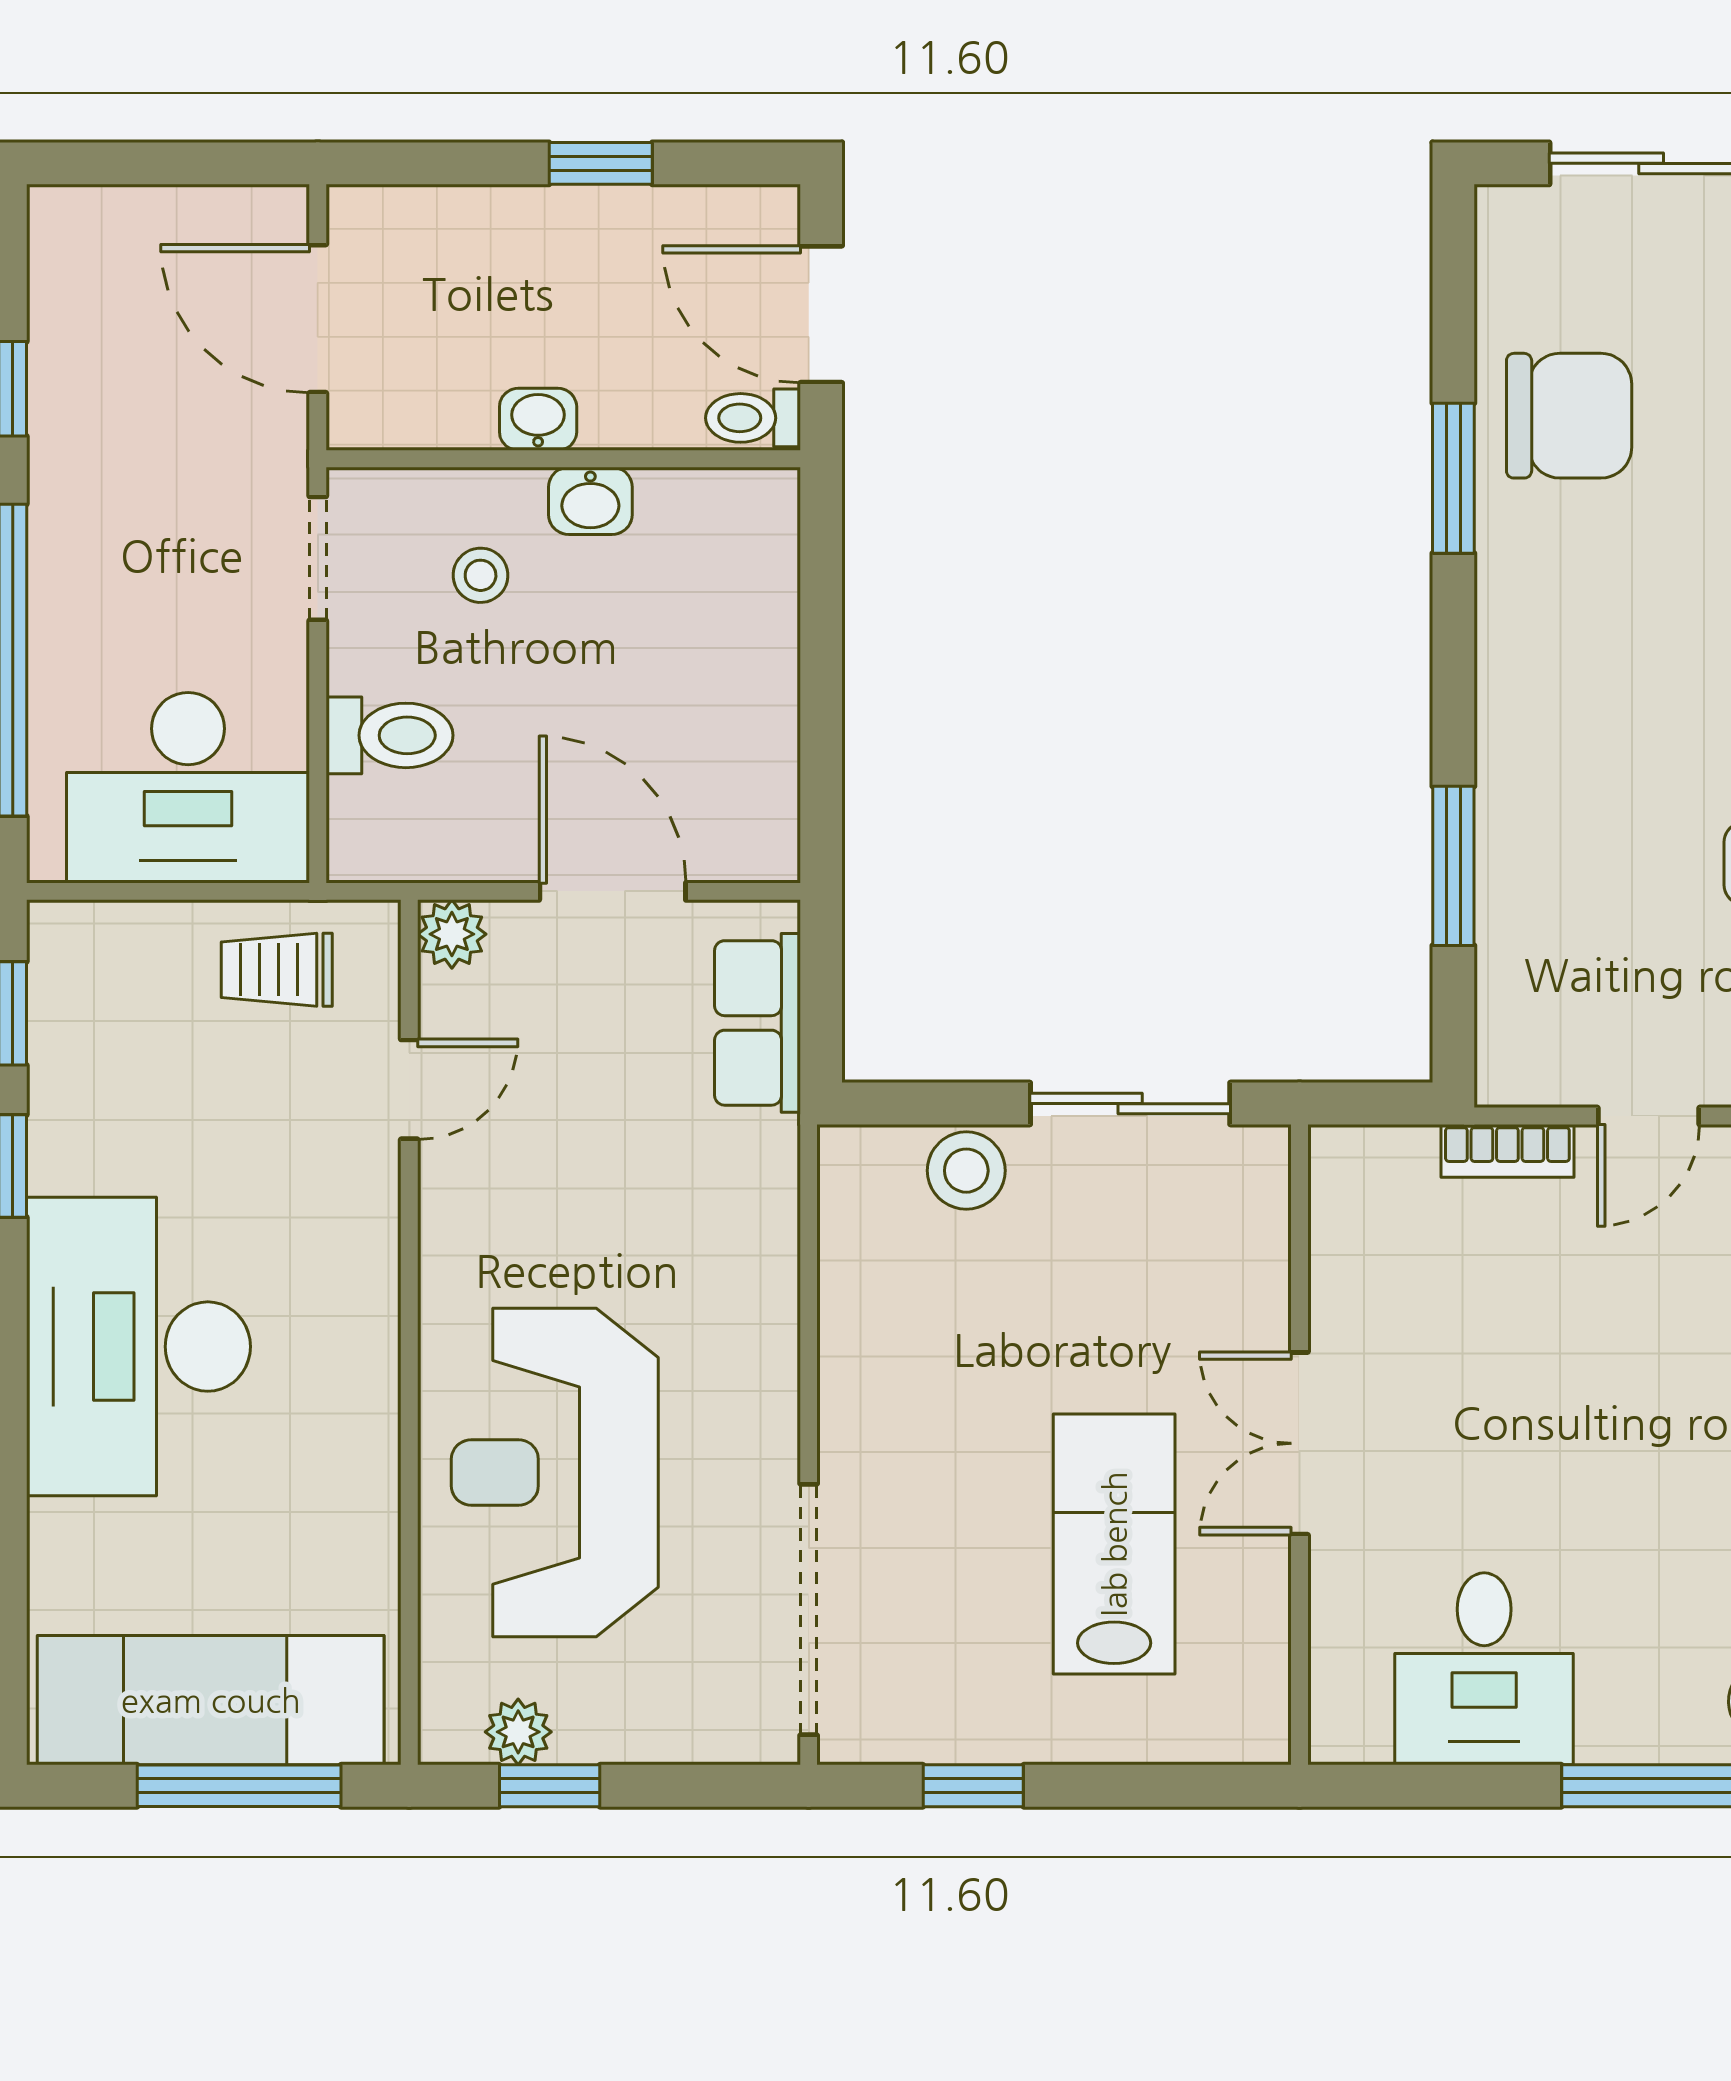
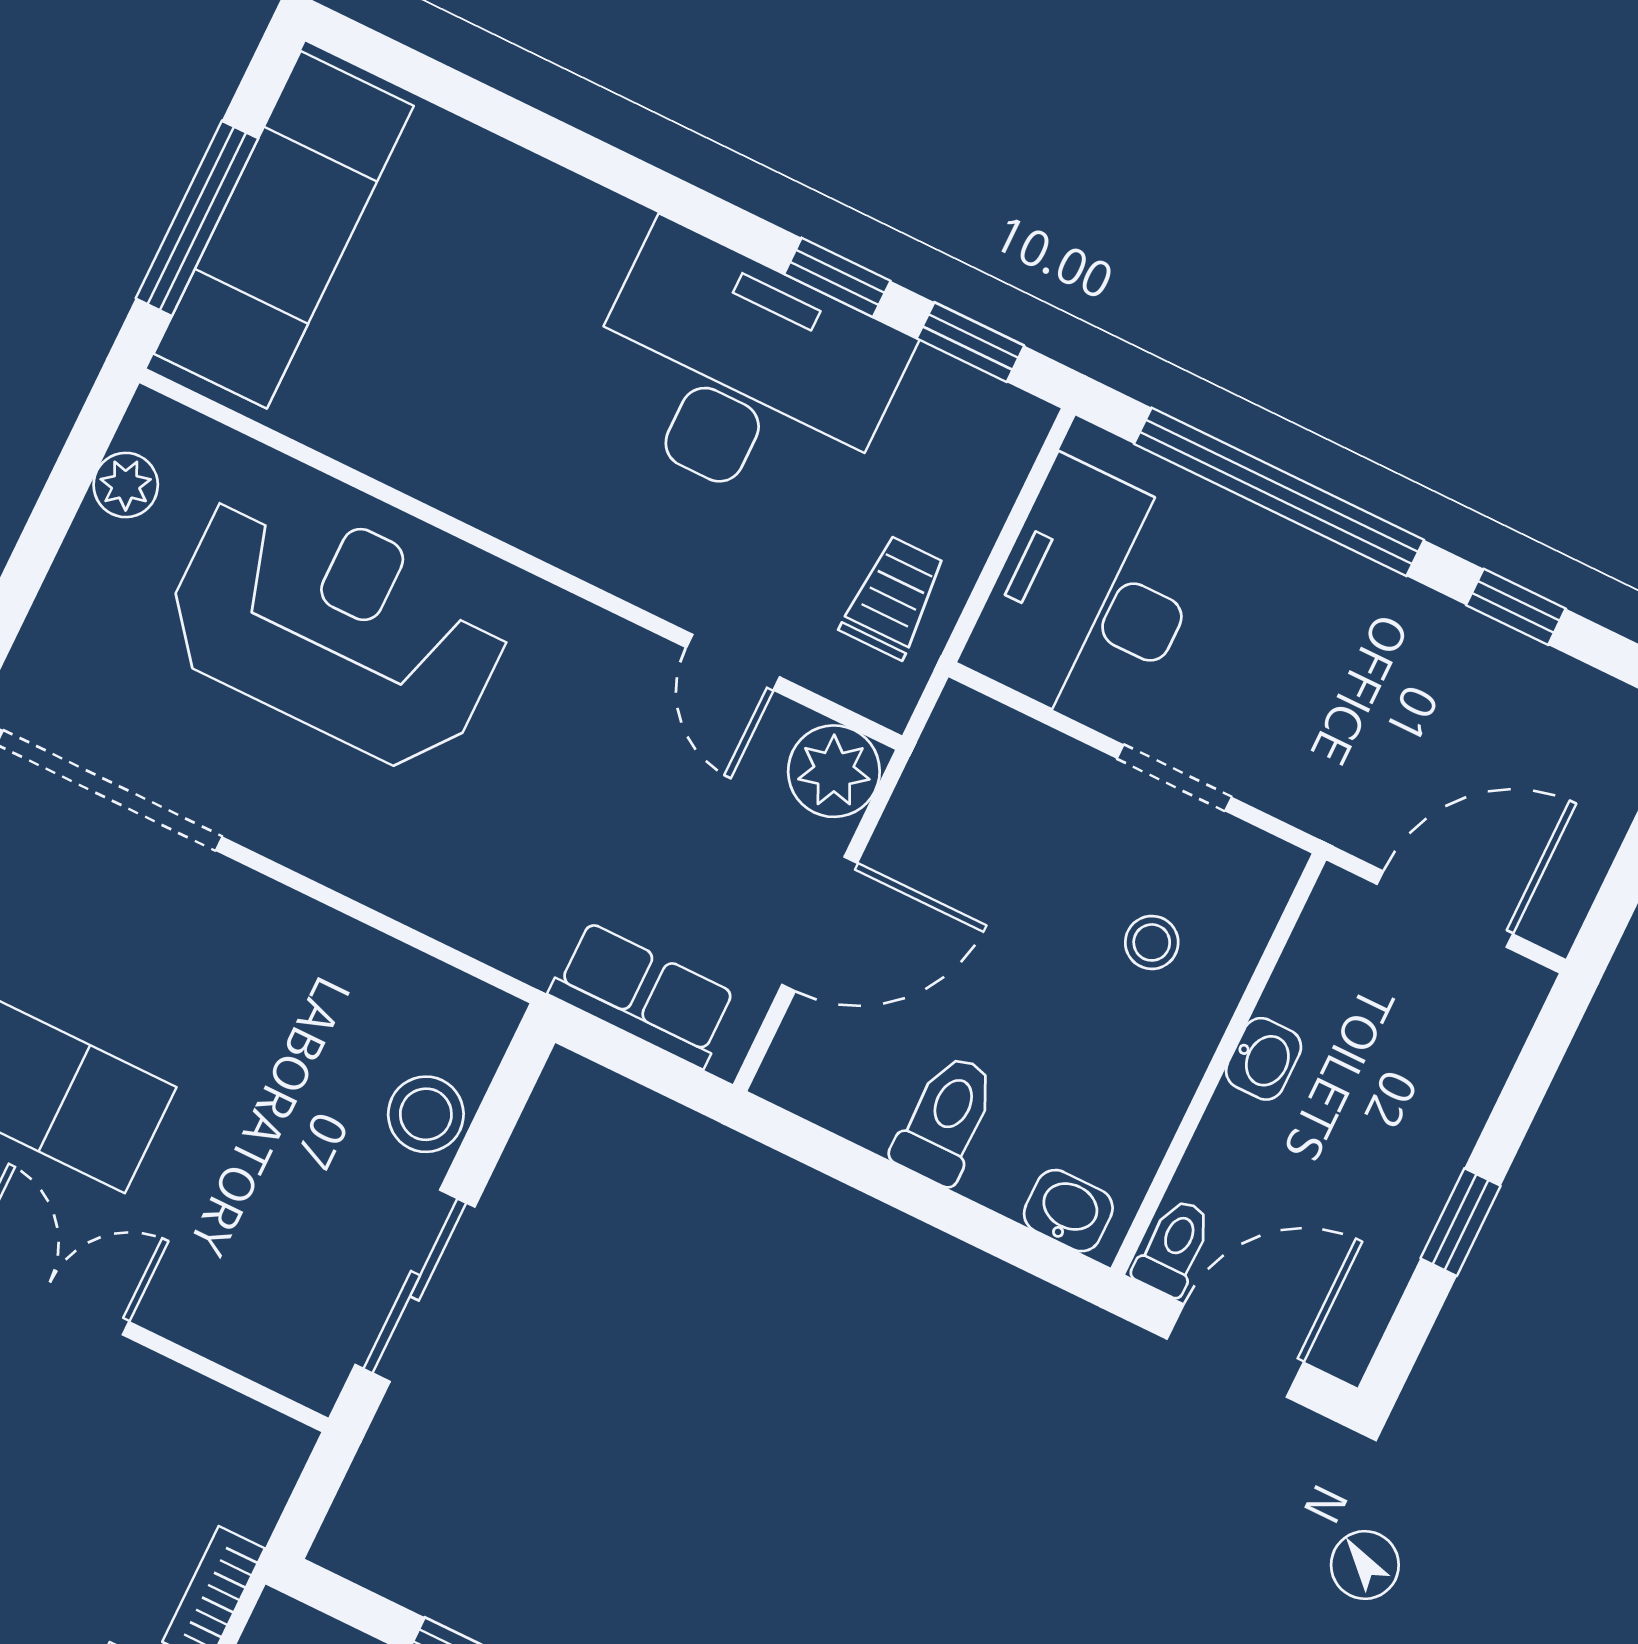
washbasin: (590, 501) -> (1068, 1211), moved, turned 90
doorway: (318, 558) -> (1174, 778), moved
toilet: (389, 735) -> (946, 1119), moved, turned 180
plant: (452, 934) -> (834, 771), width x1.38, depth x1.38
desk: (138, 1347) -> (742, 374), moved
window: (550, 1786) -> (65, 489), removed

